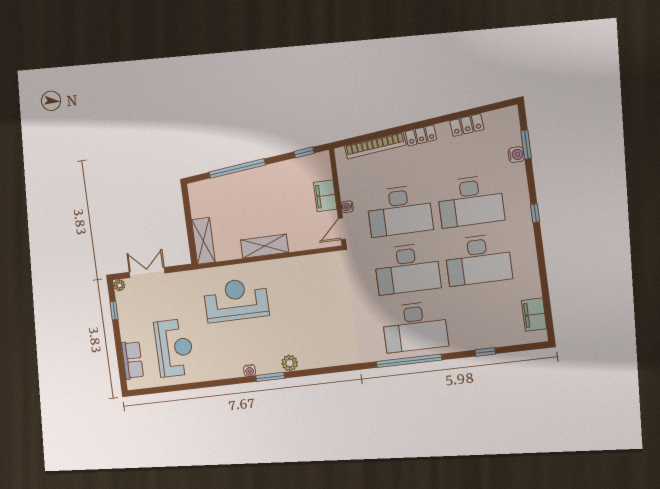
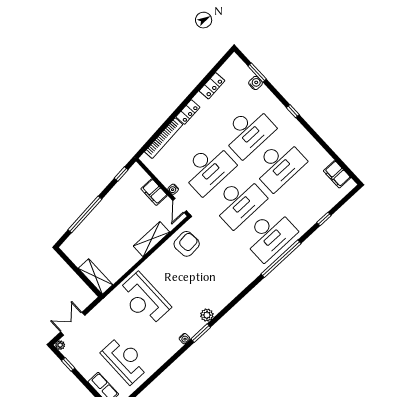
shelving: (264, 246) -> (151, 239), moved
armchair: (321, 274) -> (187, 244), added
reception desk: (236, 300) -> (144, 299), turned -90

